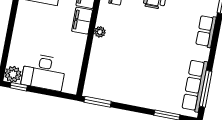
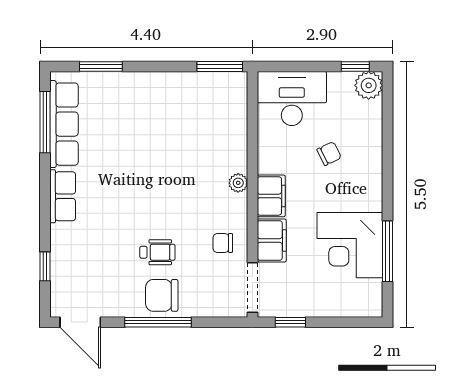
row of seats: (206, 31) -> (63, 196), moved
chair: (44, 39) -> (329, 154), added
desk: (44, 72) -> (292, 99), moved

